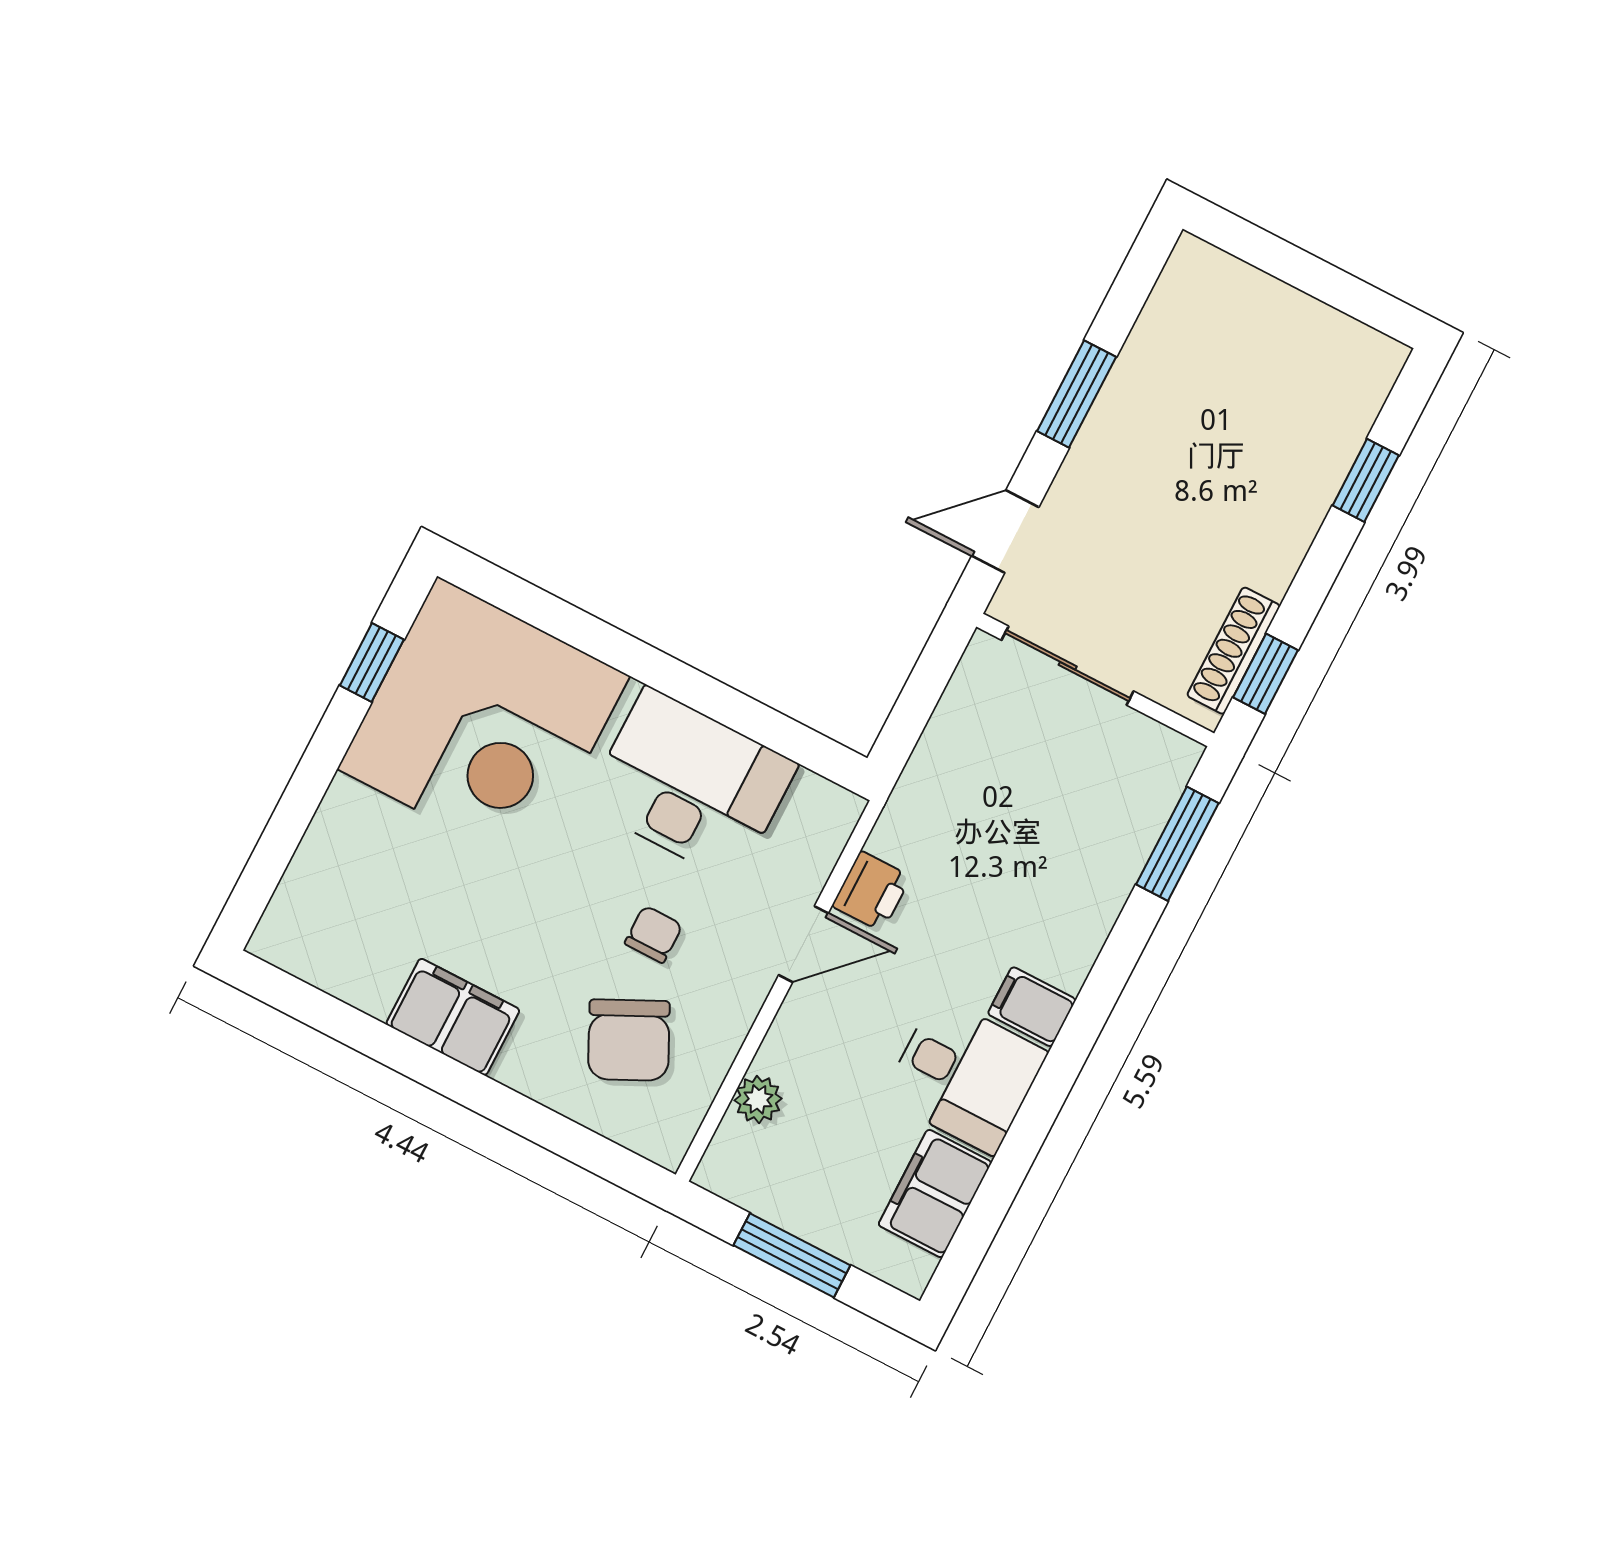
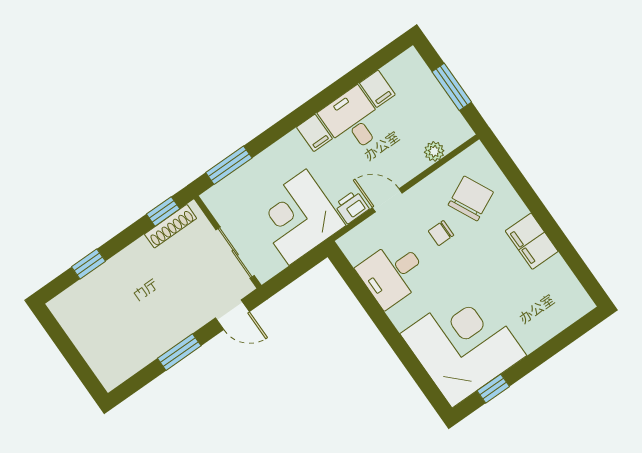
desk: (691, 785) -> (393, 273), width x0.73
corner desk: (975, 810) -> (298, 217), added
filing cabinet: (935, 1194) -> (377, 89), width x0.50

